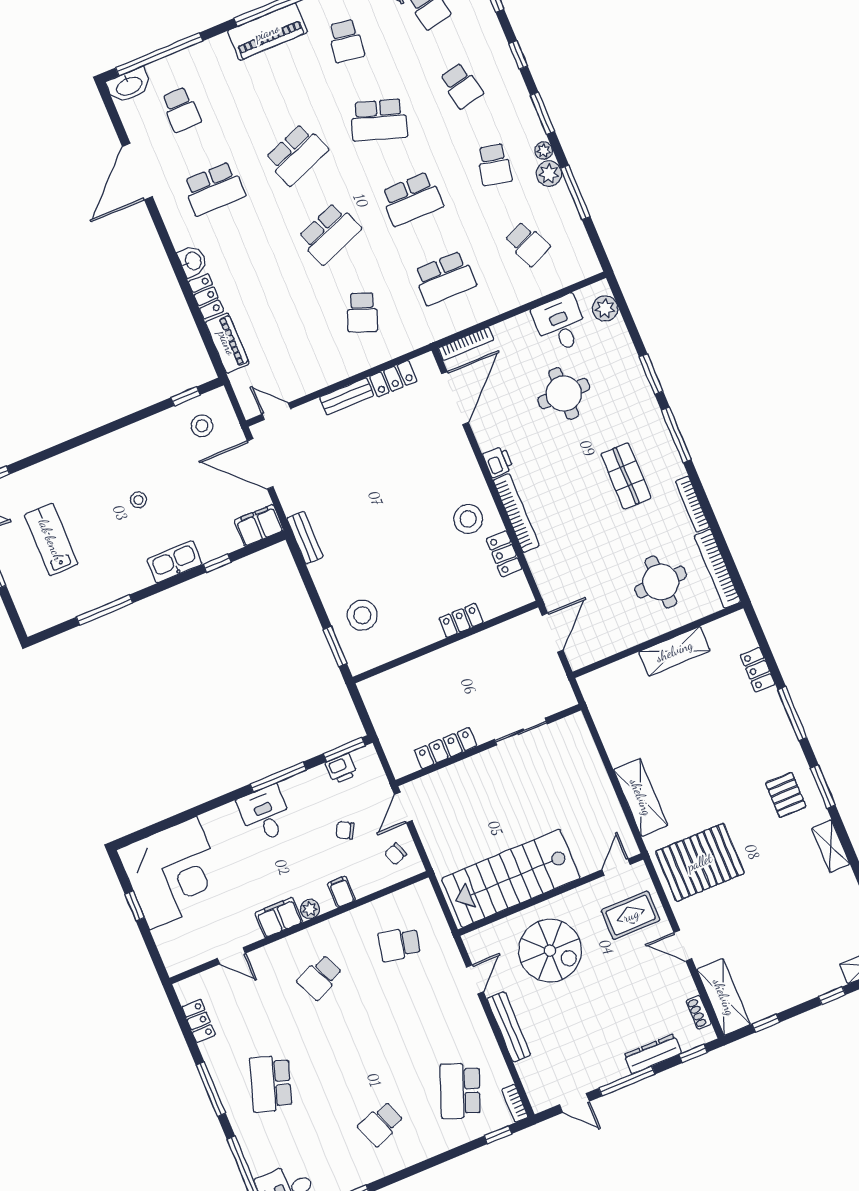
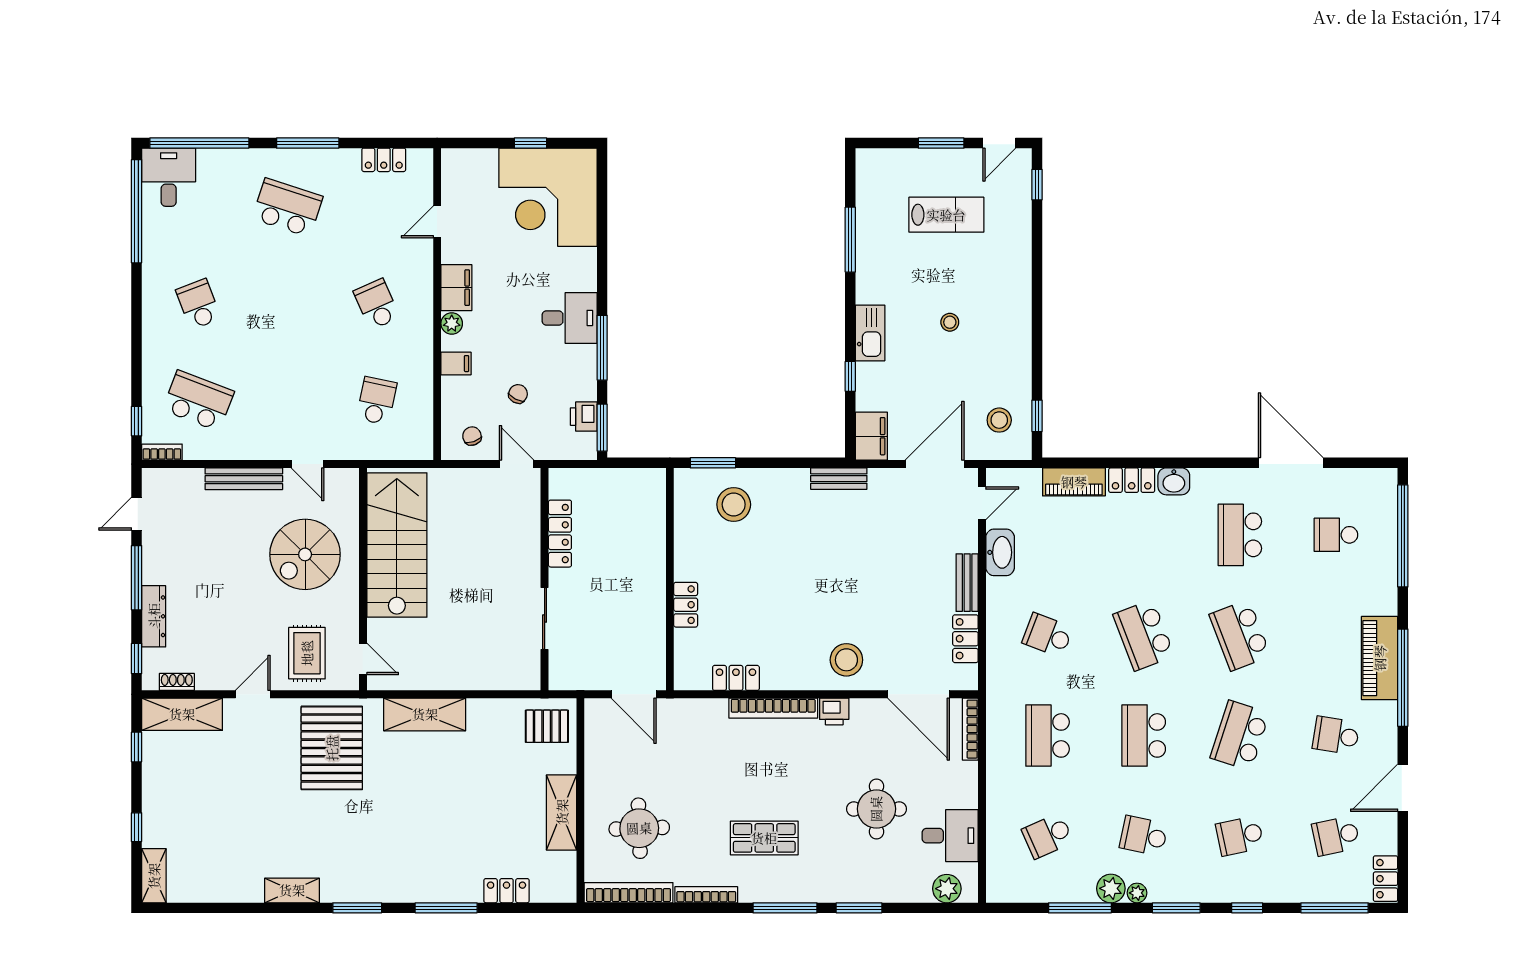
washbasin: (129, 86) -> (1000, 552), moved, turned 180
stool: (468, 519) -> (846, 660), moved
pallet: (786, 795) -> (547, 726), moved

